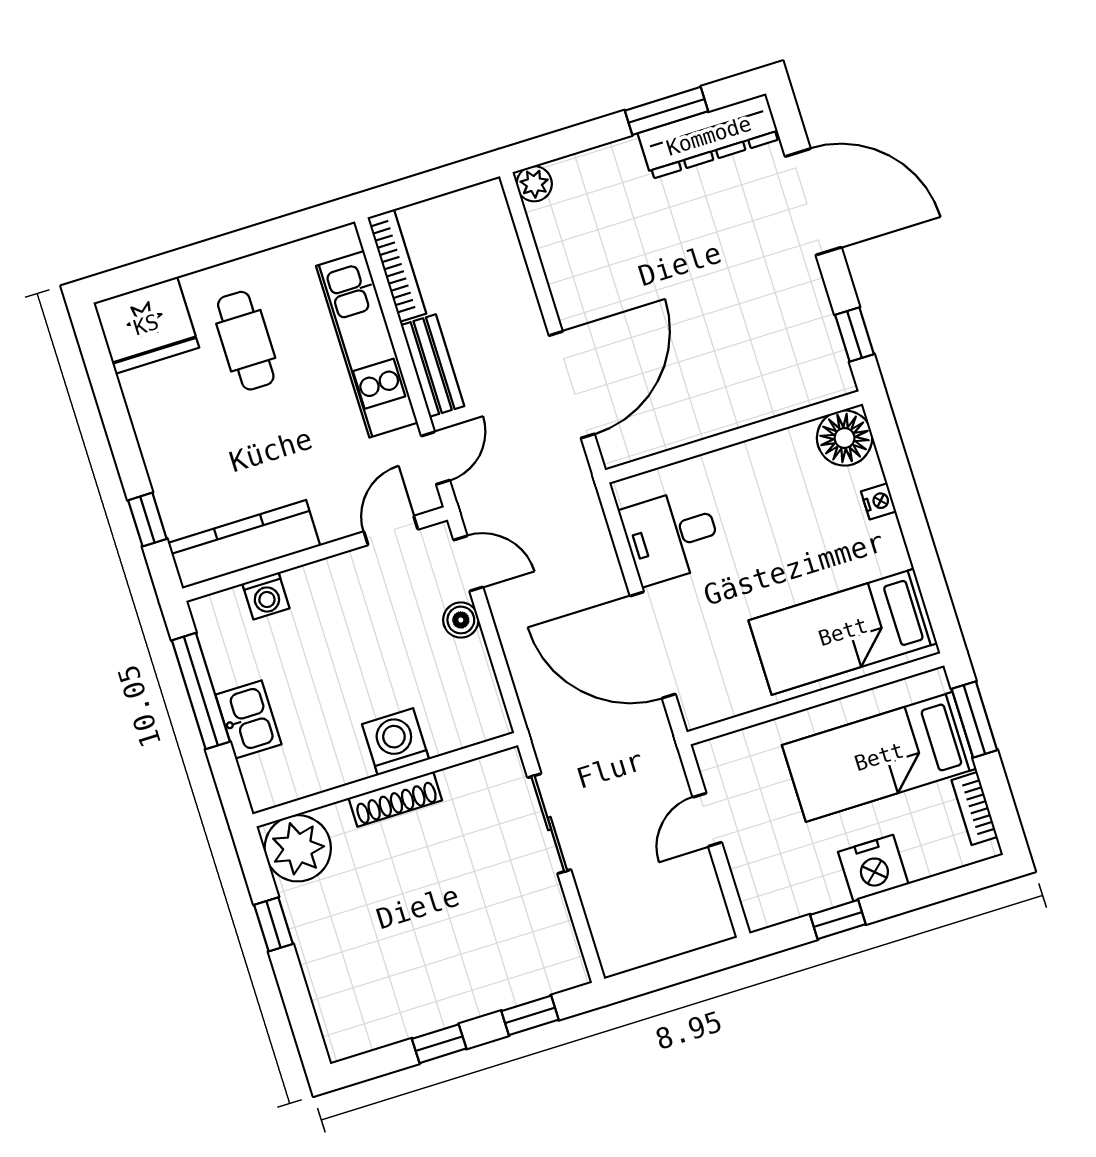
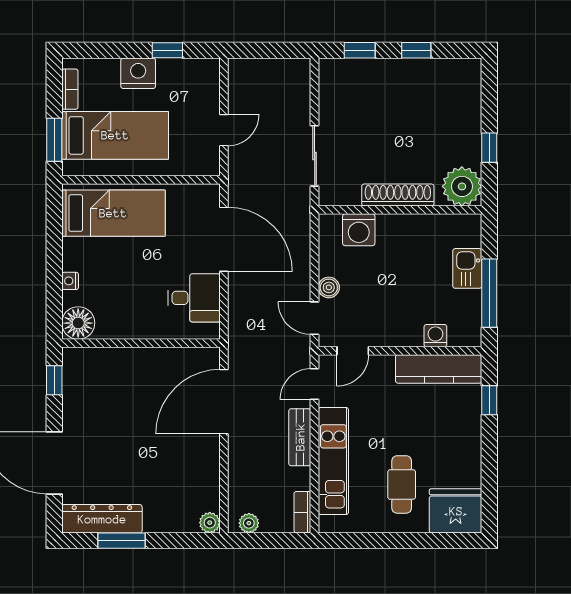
plant: (471, 203) -> (249, 523), added
bookcase: (397, 265) -> (302, 512), width x0.64
washing machine: (396, 742) -> (359, 230), moved
shoe rack: (395, 799) -> (398, 195), width x1.36, depth x1.24

